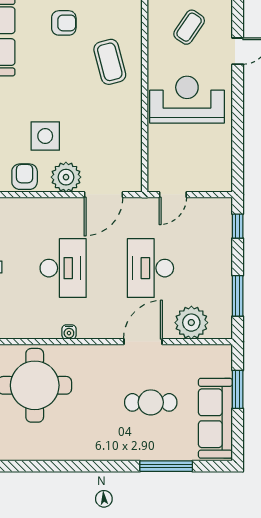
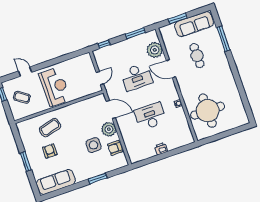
armchair: (64, 23) -> (50, 151), moved
reception desk: (187, 100) -> (55, 87), turned 180
door: (173, 195) -> (100, 78), hinge flipped

